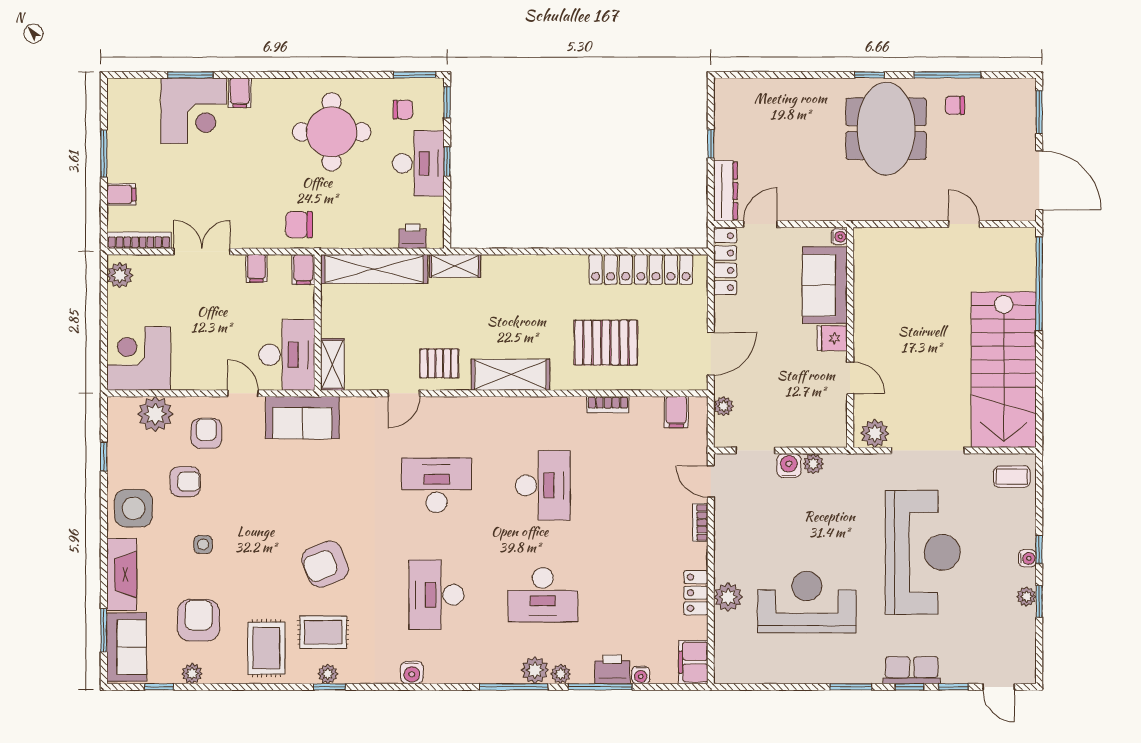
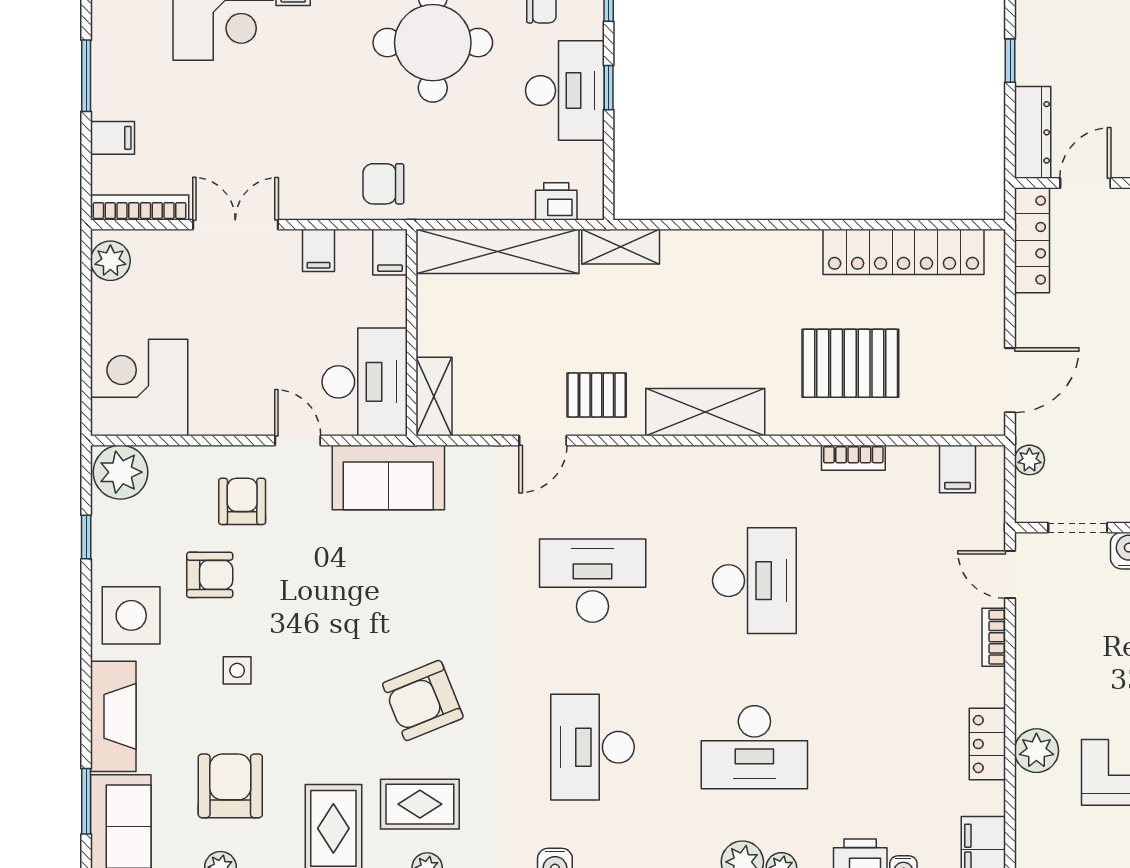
plant: (155, 414) -> (121, 472), moved

